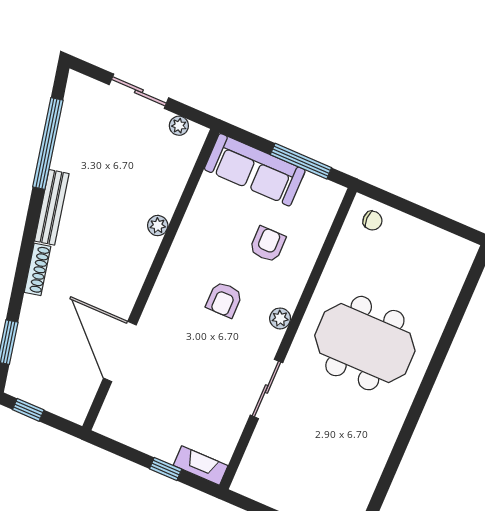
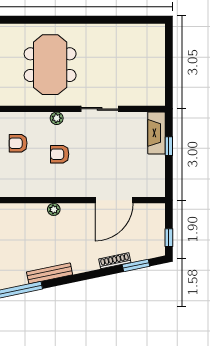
plant: (158, 226) -> (54, 209), moved
shoe rack: (37, 269) -> (115, 261), moved
armchair: (224, 300) -> (60, 154), turned 180
fireplace: (201, 466) -> (156, 133), width x1.37, depth x1.32

